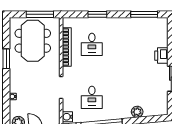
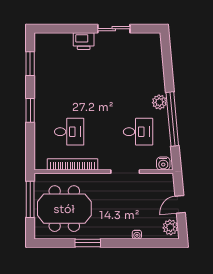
window: (97, 14) -> (30, 110), moved
window: (144, 14) -> (30, 64), width x0.69
plant: (137, 112) -> (159, 102), moved

